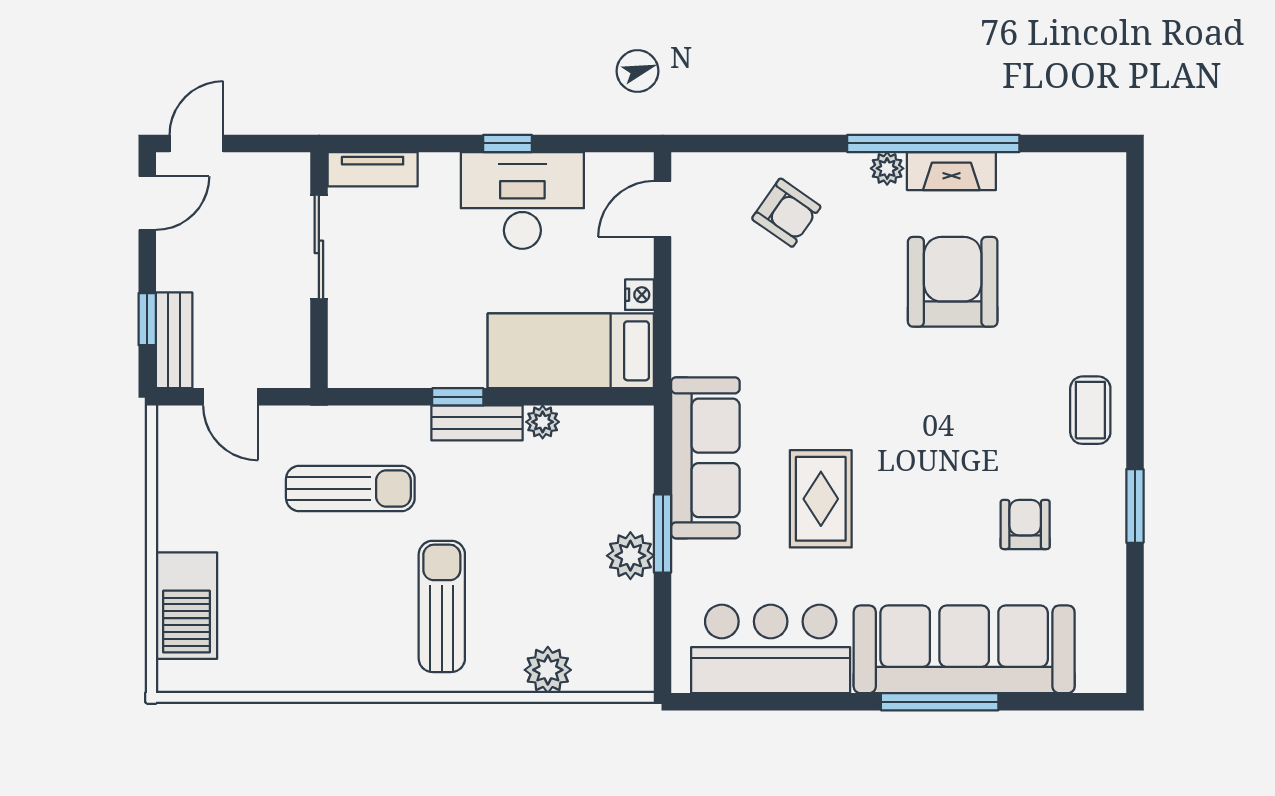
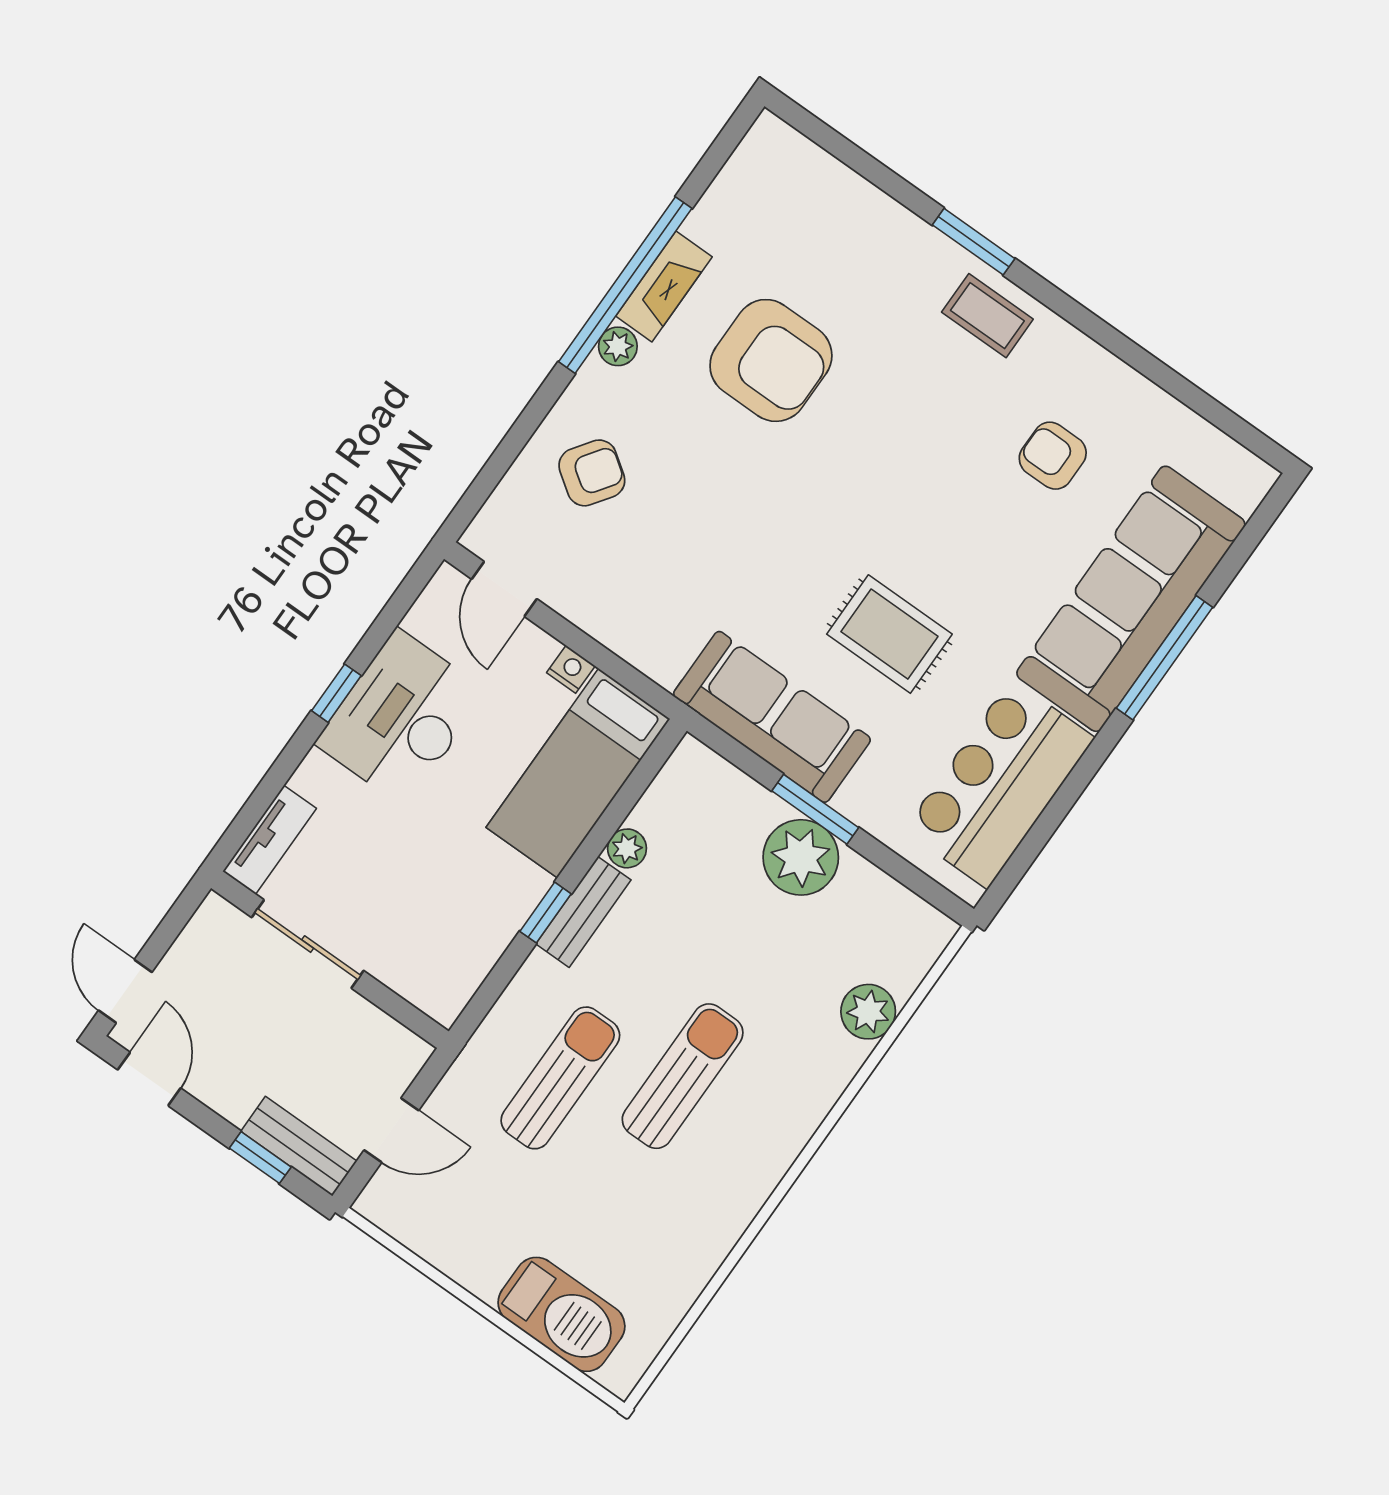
armchair: (953, 282) -> (771, 360), turned 180
window: (1135, 506) -> (974, 242), moved
plant: (630, 556) -> (801, 857), width x1.36, depth x1.36
sun lounger: (442, 606) -> (683, 1076), moved, turned 90

